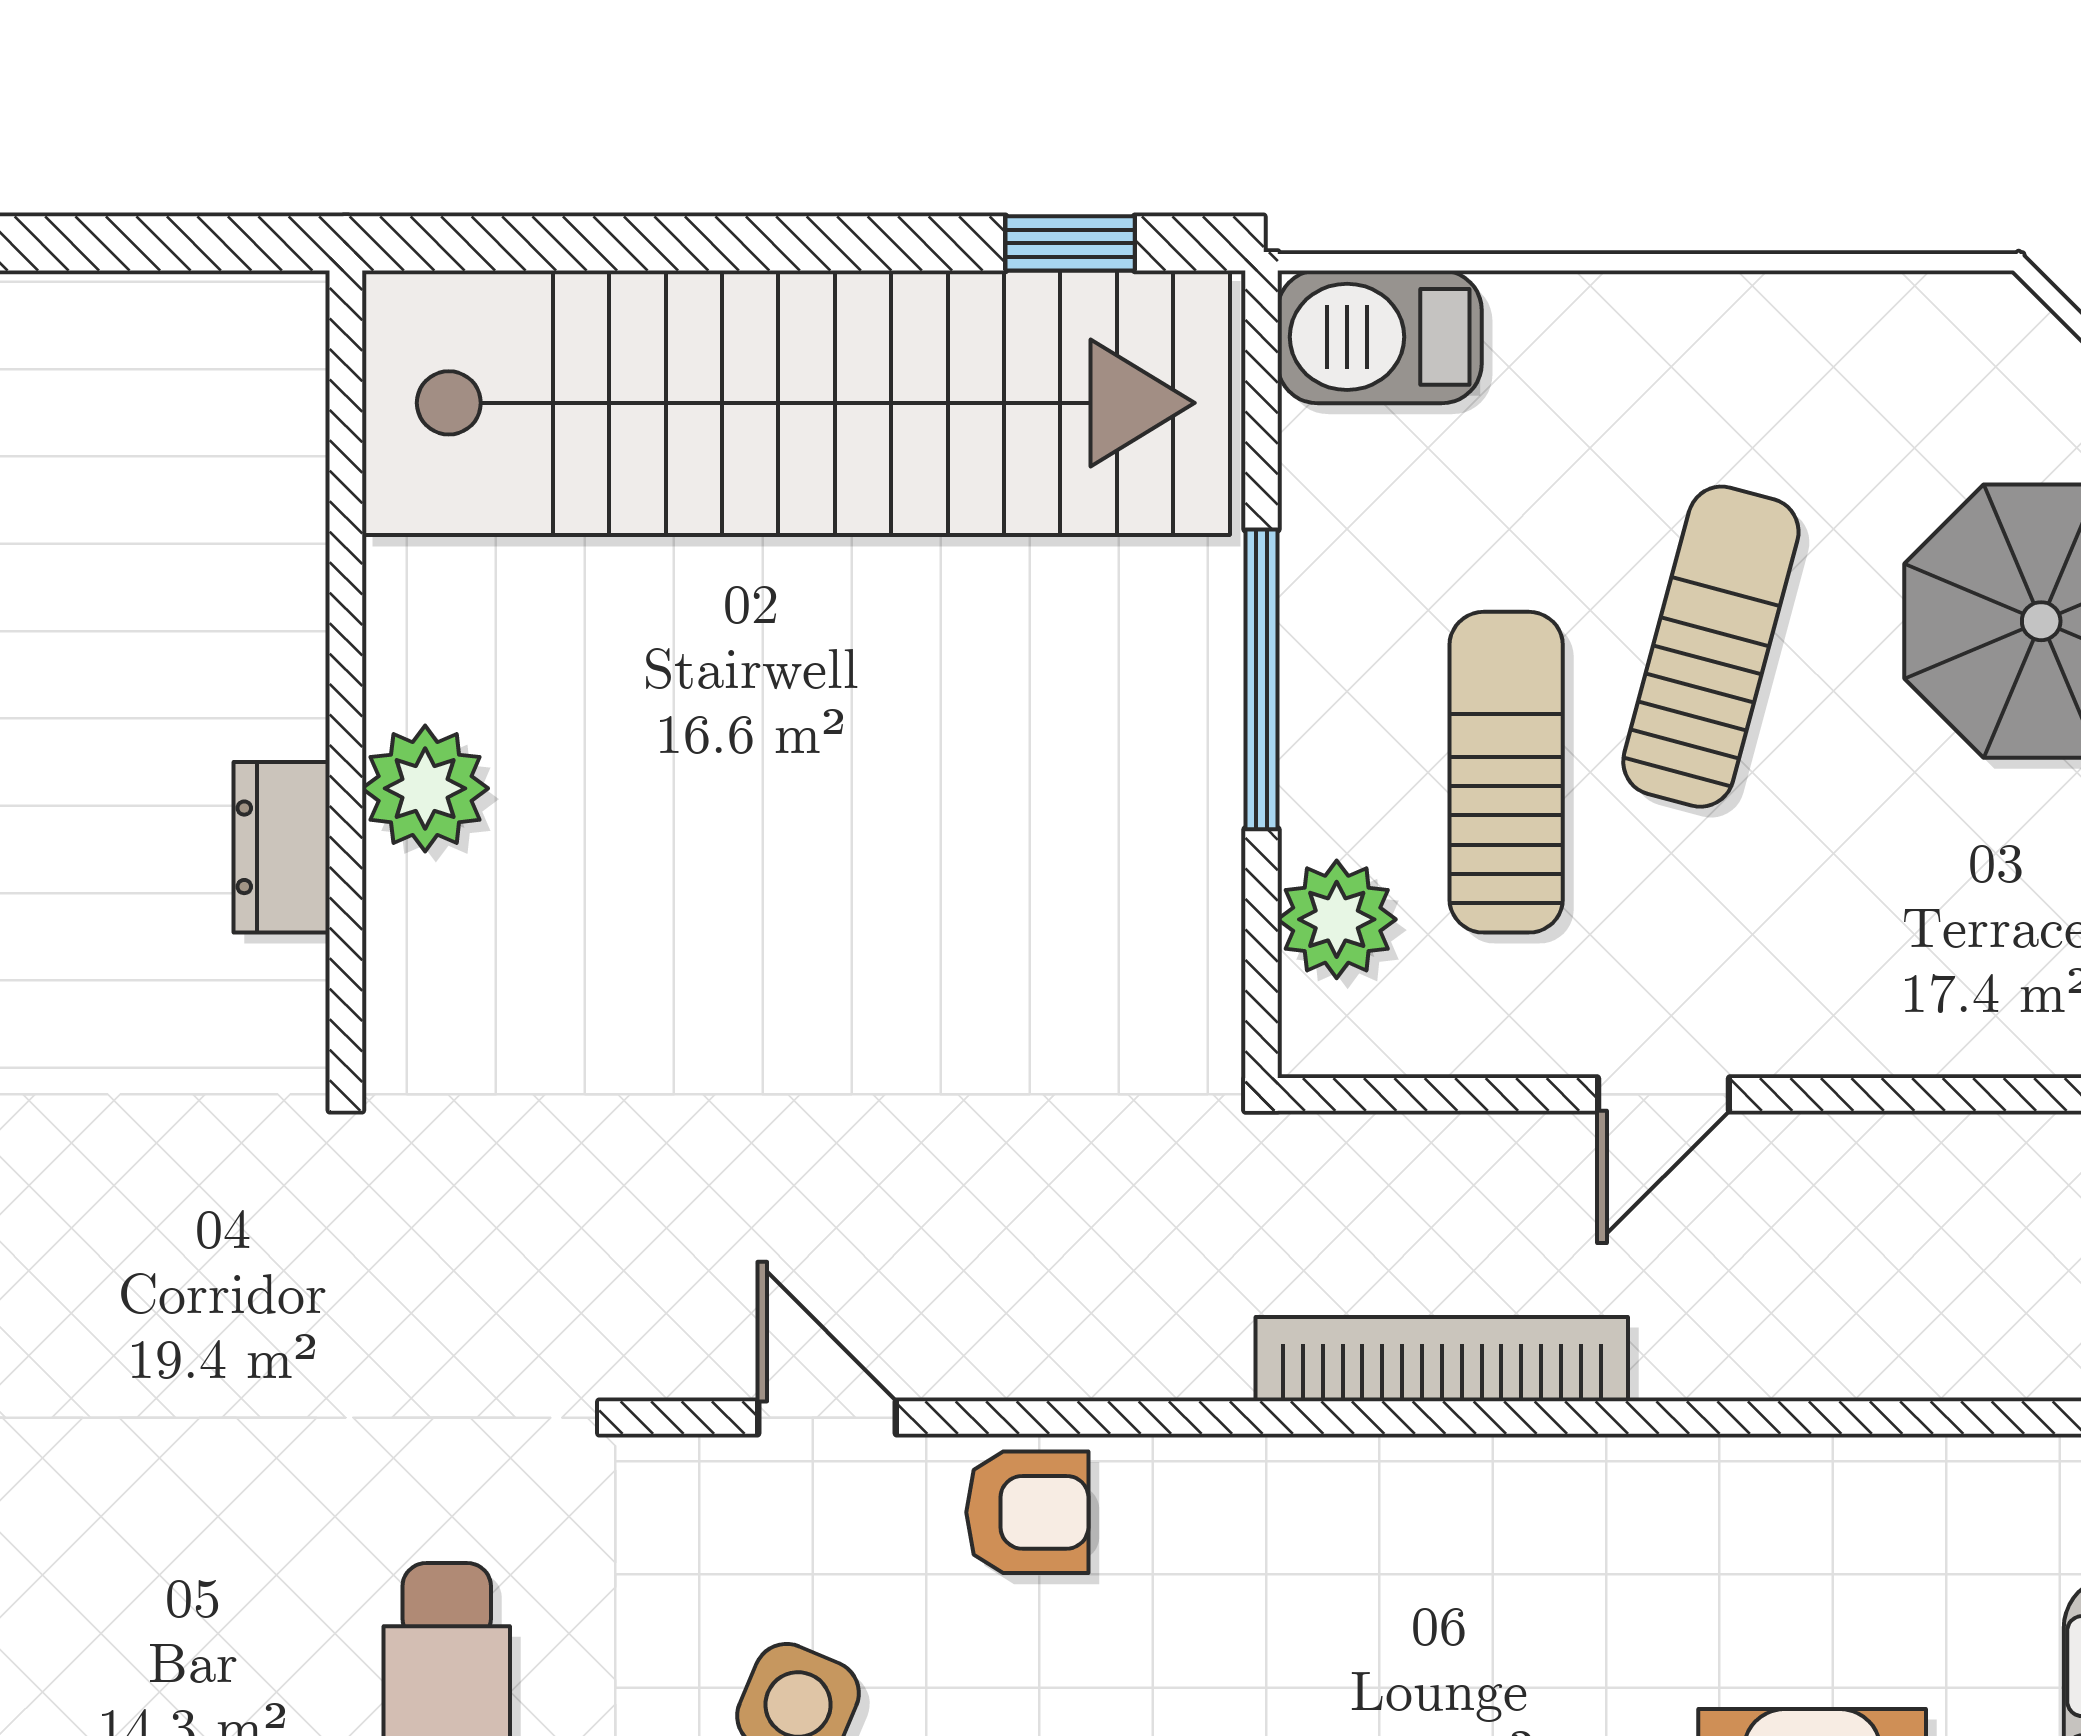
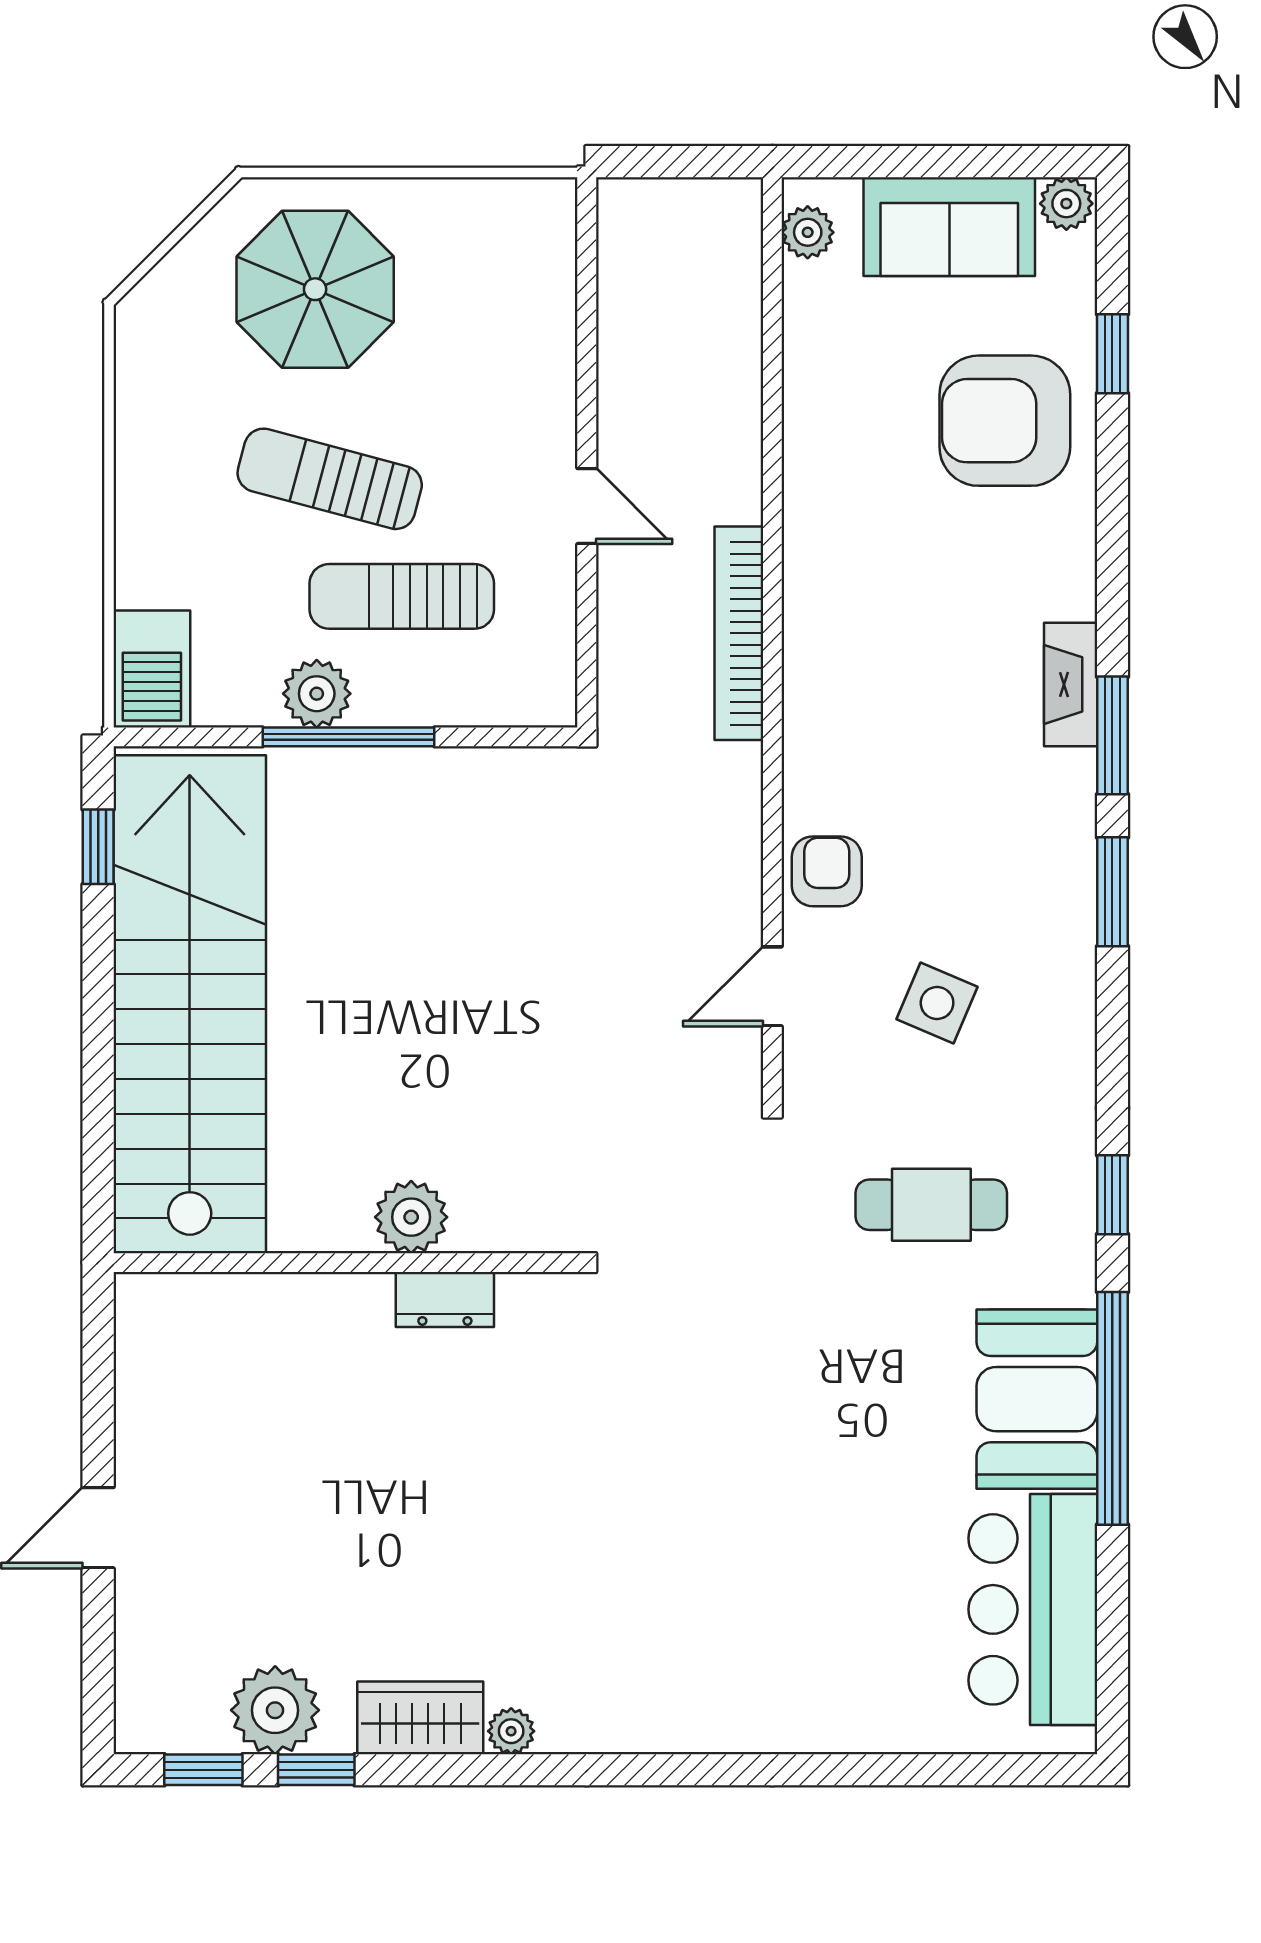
plant: (1337, 919) -> (317, 694), moved

